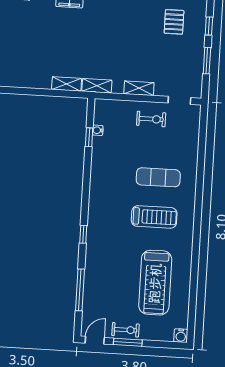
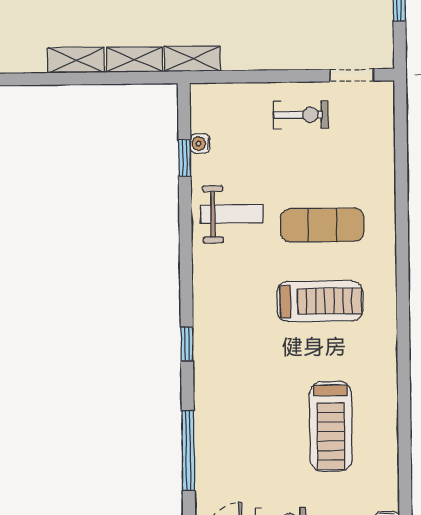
shelving: (139, 88) -> (76, 60), moved
weight bench: (112, 168) -> (232, 214), added
treadmill: (155, 283) -> (331, 426), width x0.73, depth x0.73

